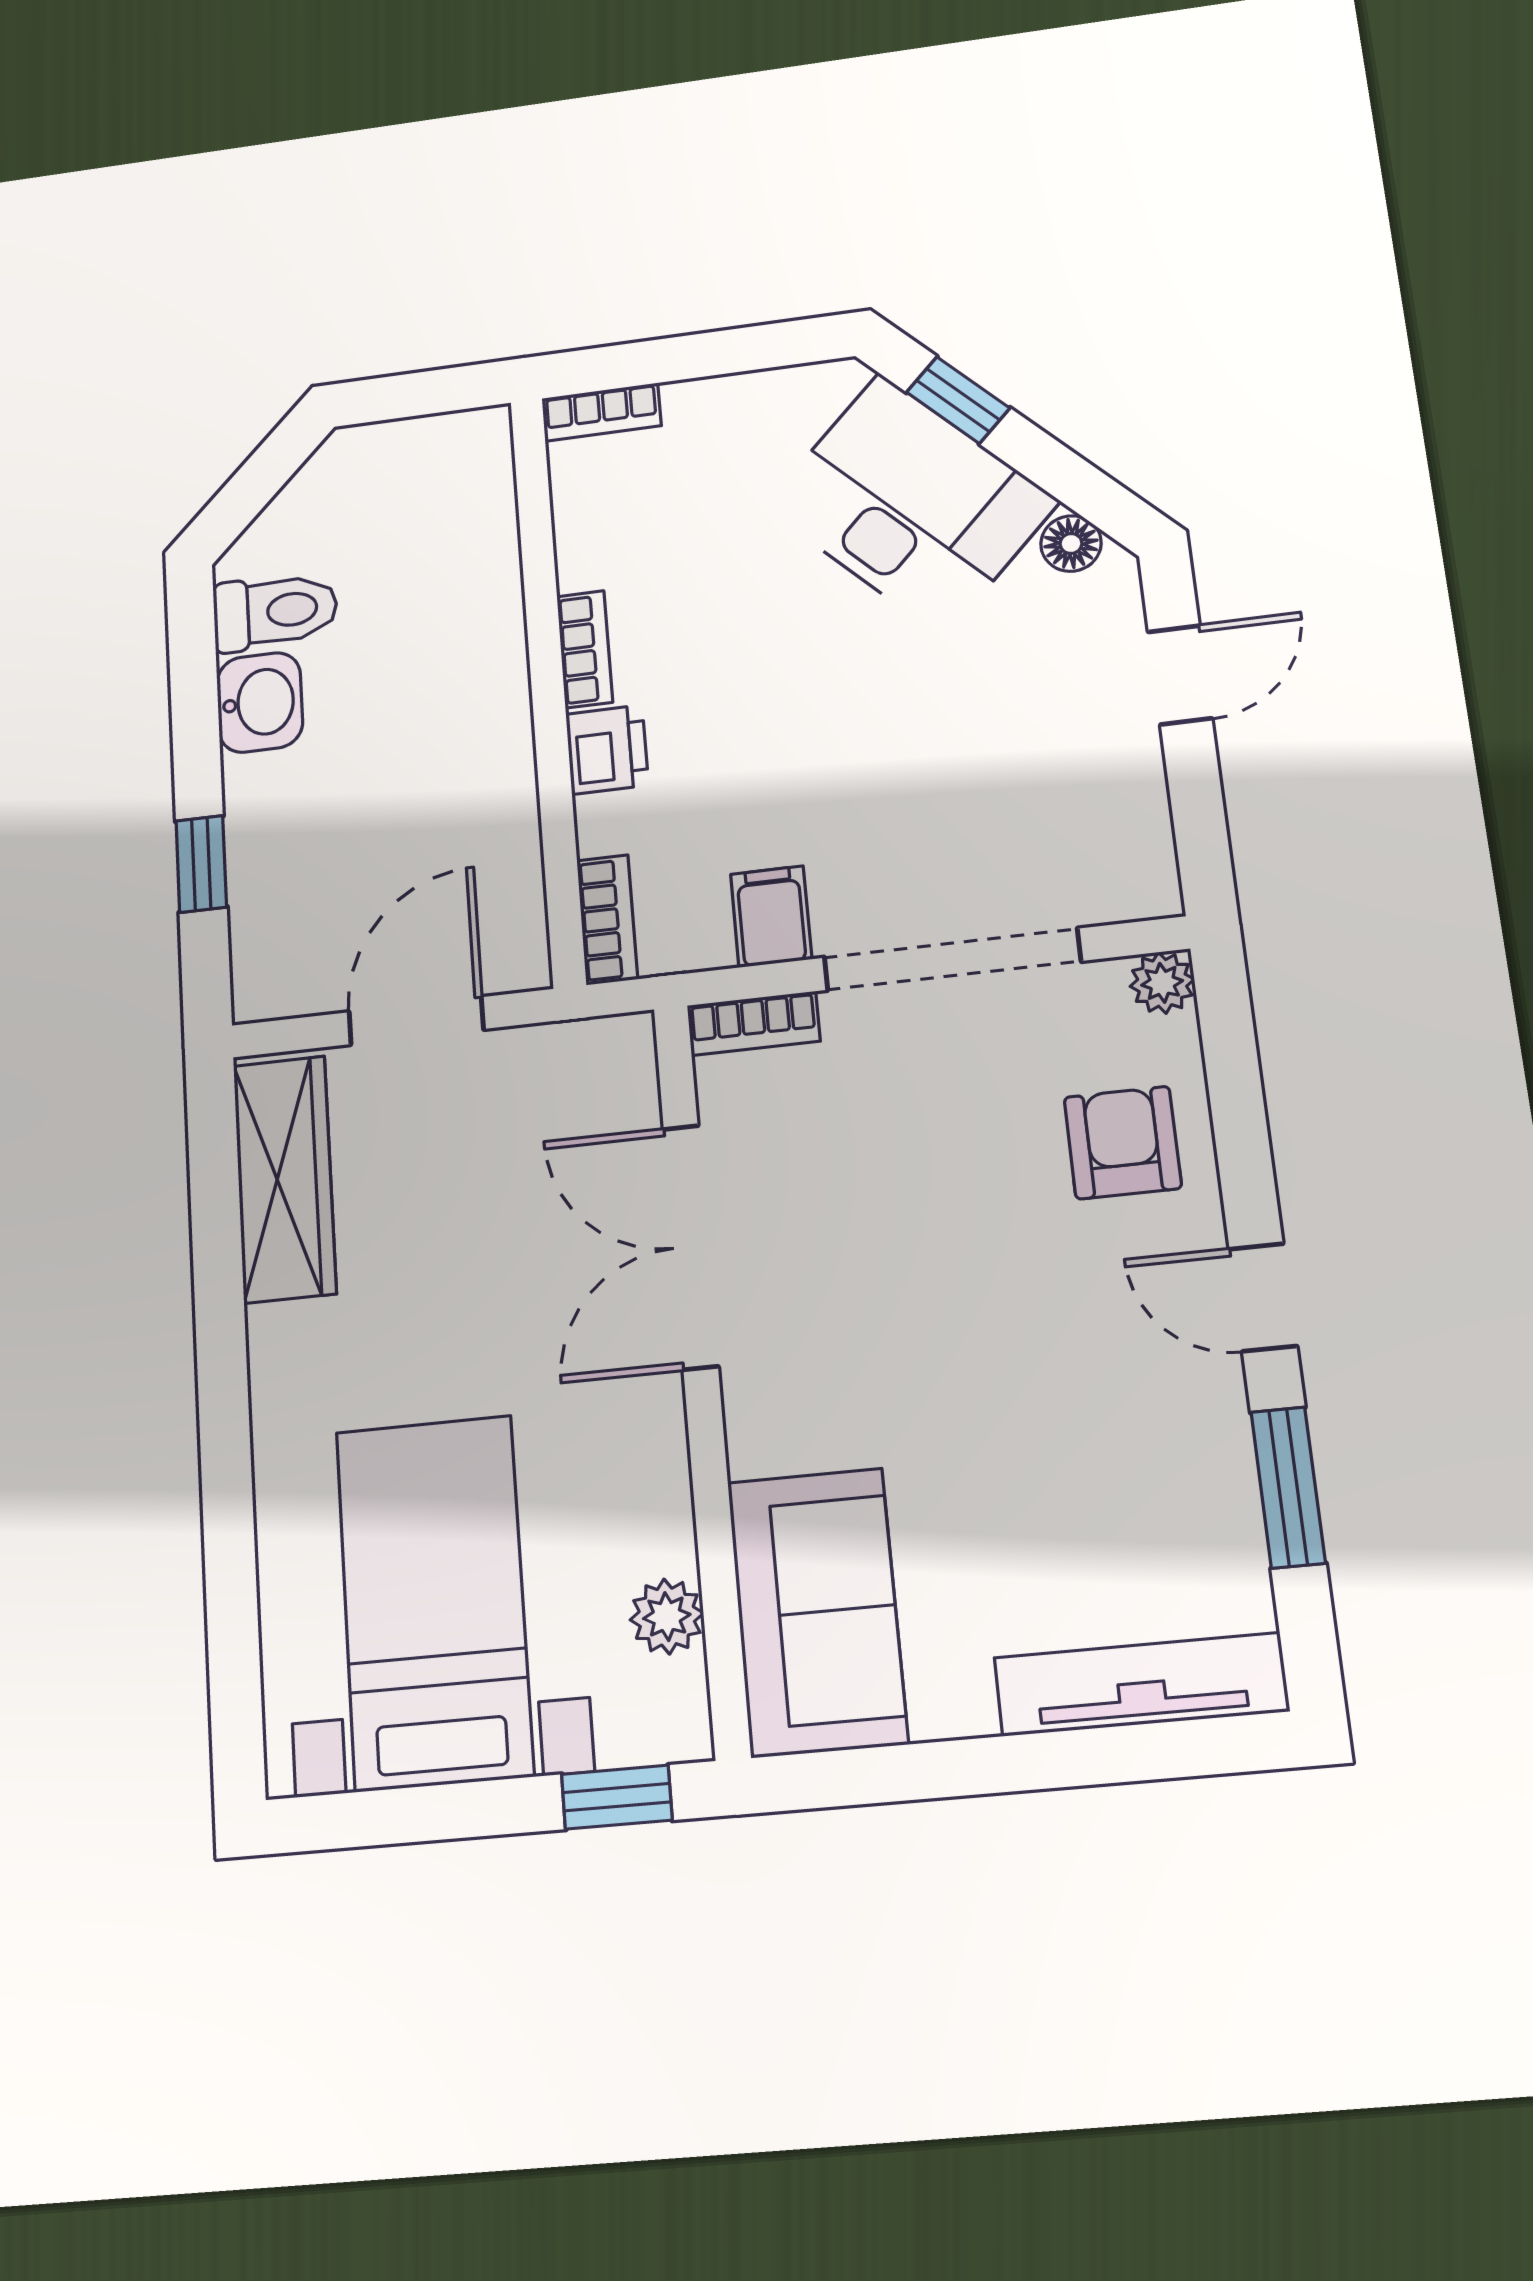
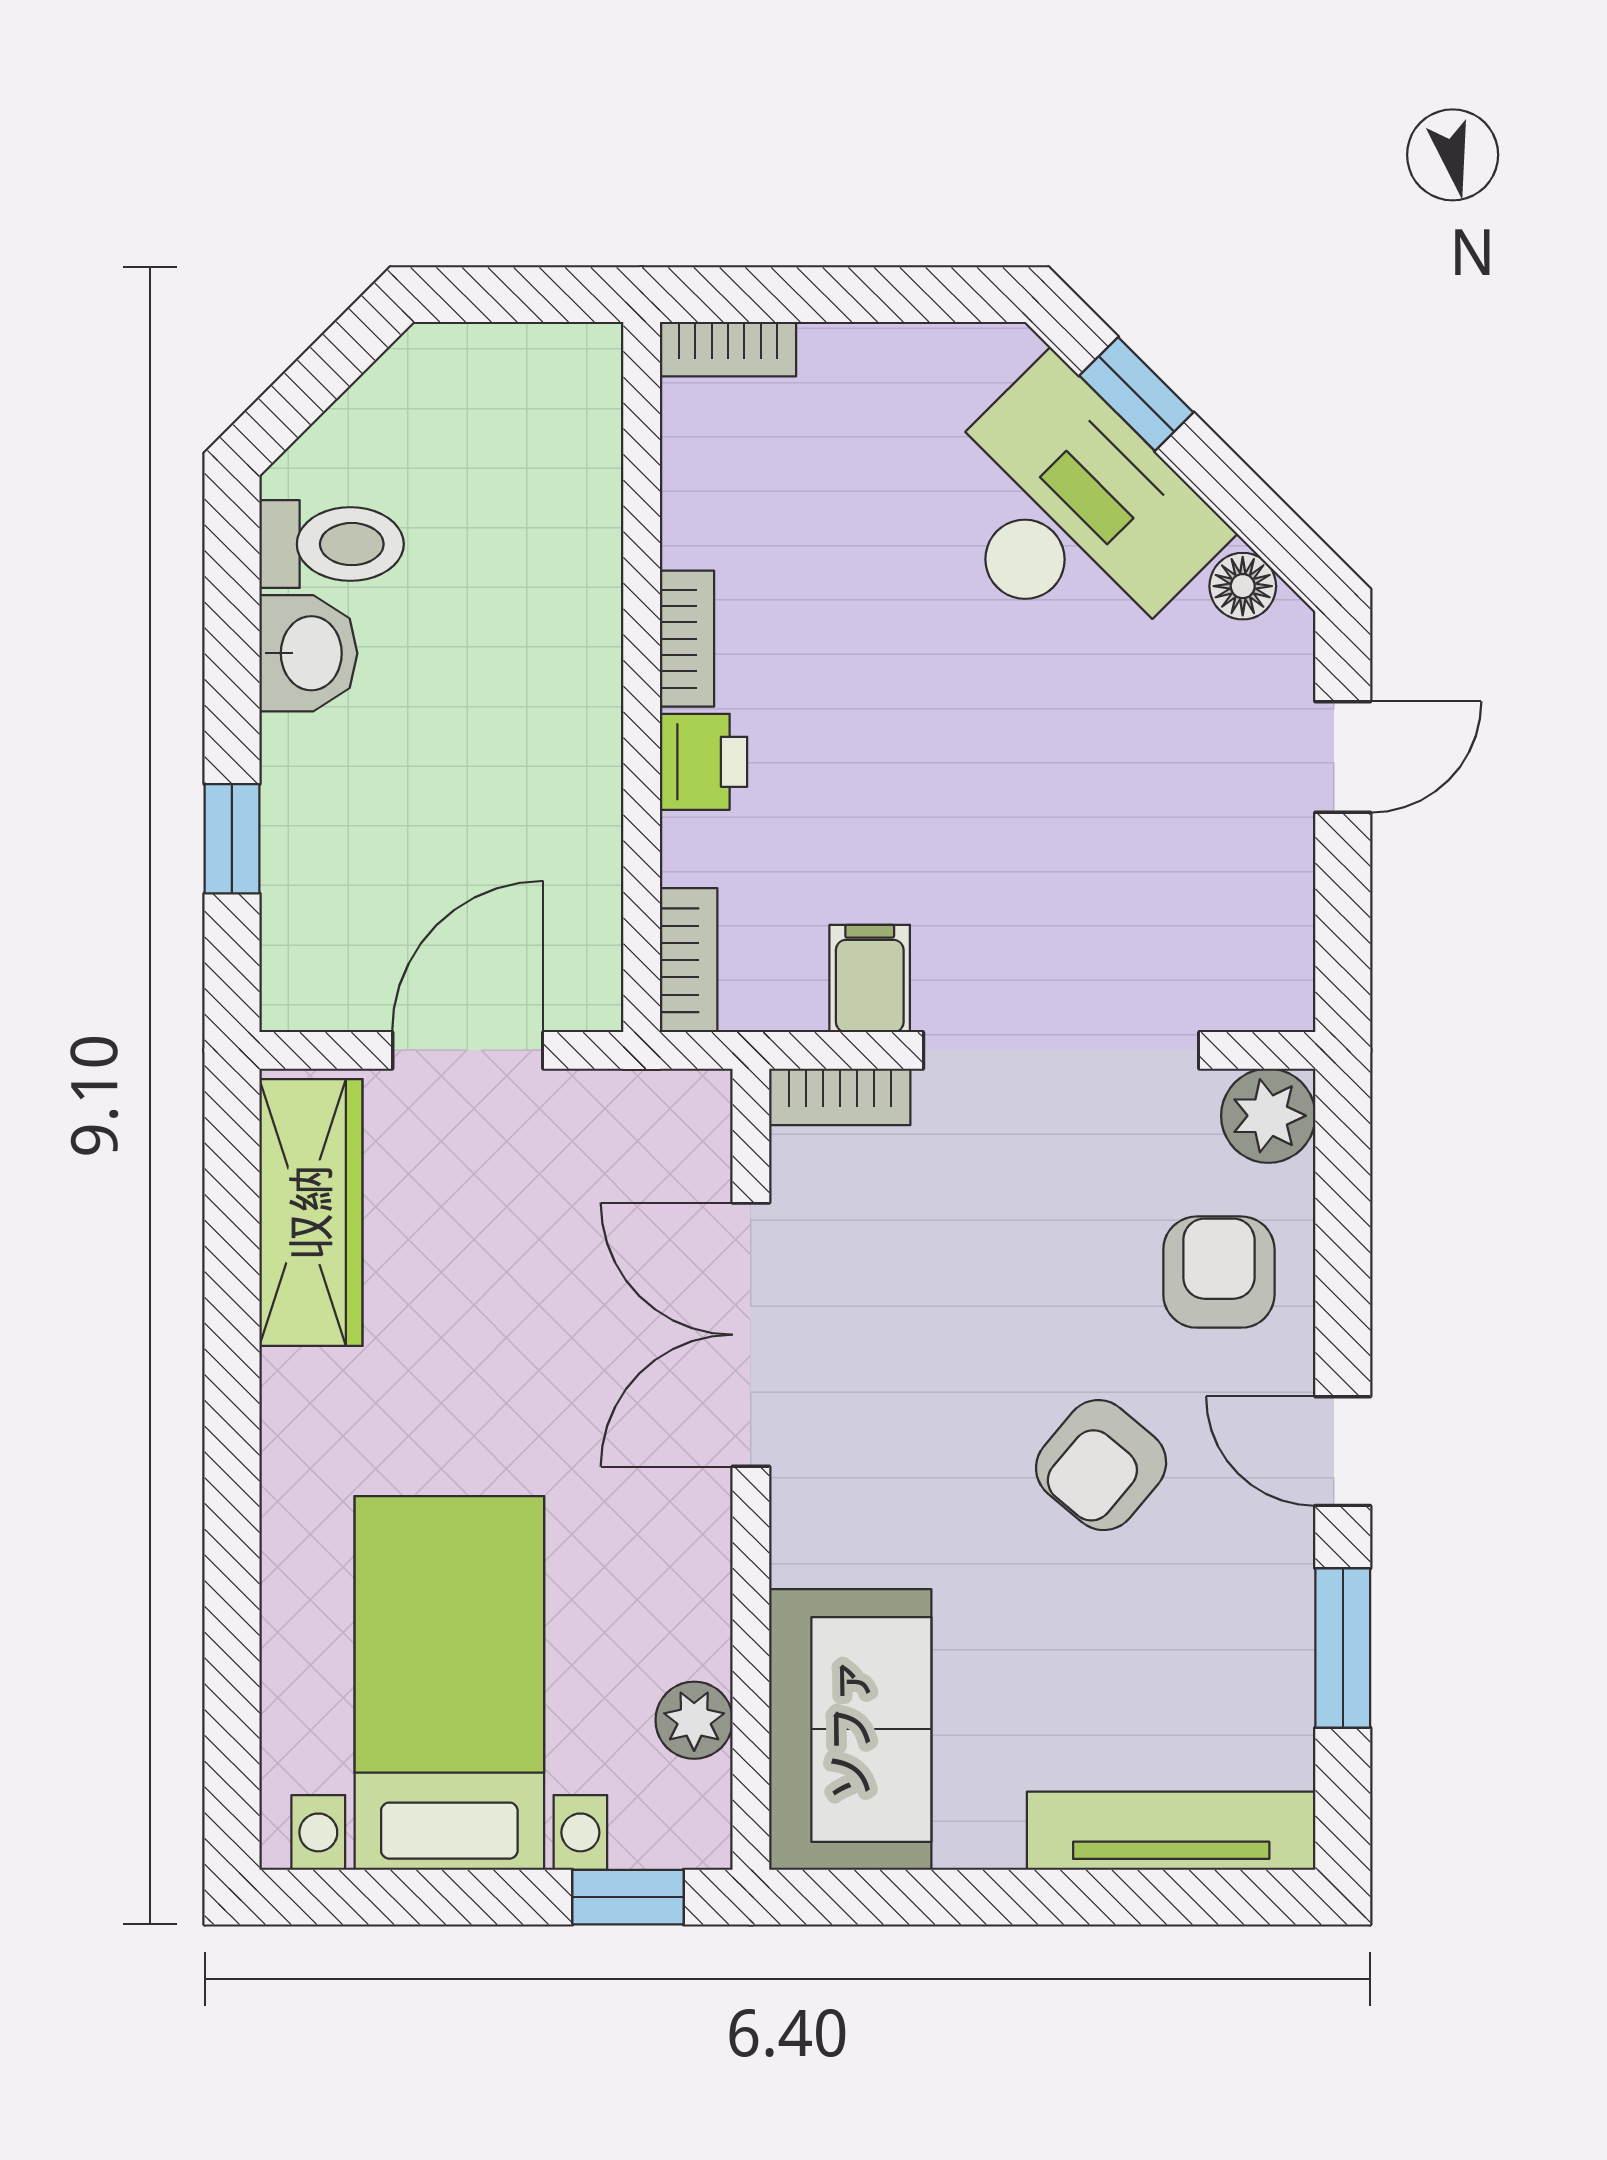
plant: (1162, 983) -> (1268, 1116), width x1.38, depth x1.38
armchair: (1032, 1334) -> (1101, 1465), added

